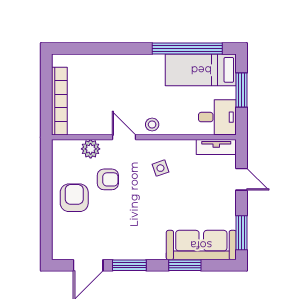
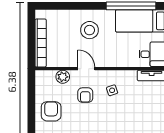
stool: (152, 124) -> (89, 30), moved, width x1.89, depth x1.89
armchair: (108, 179) -> (85, 95), moved, turned 90

